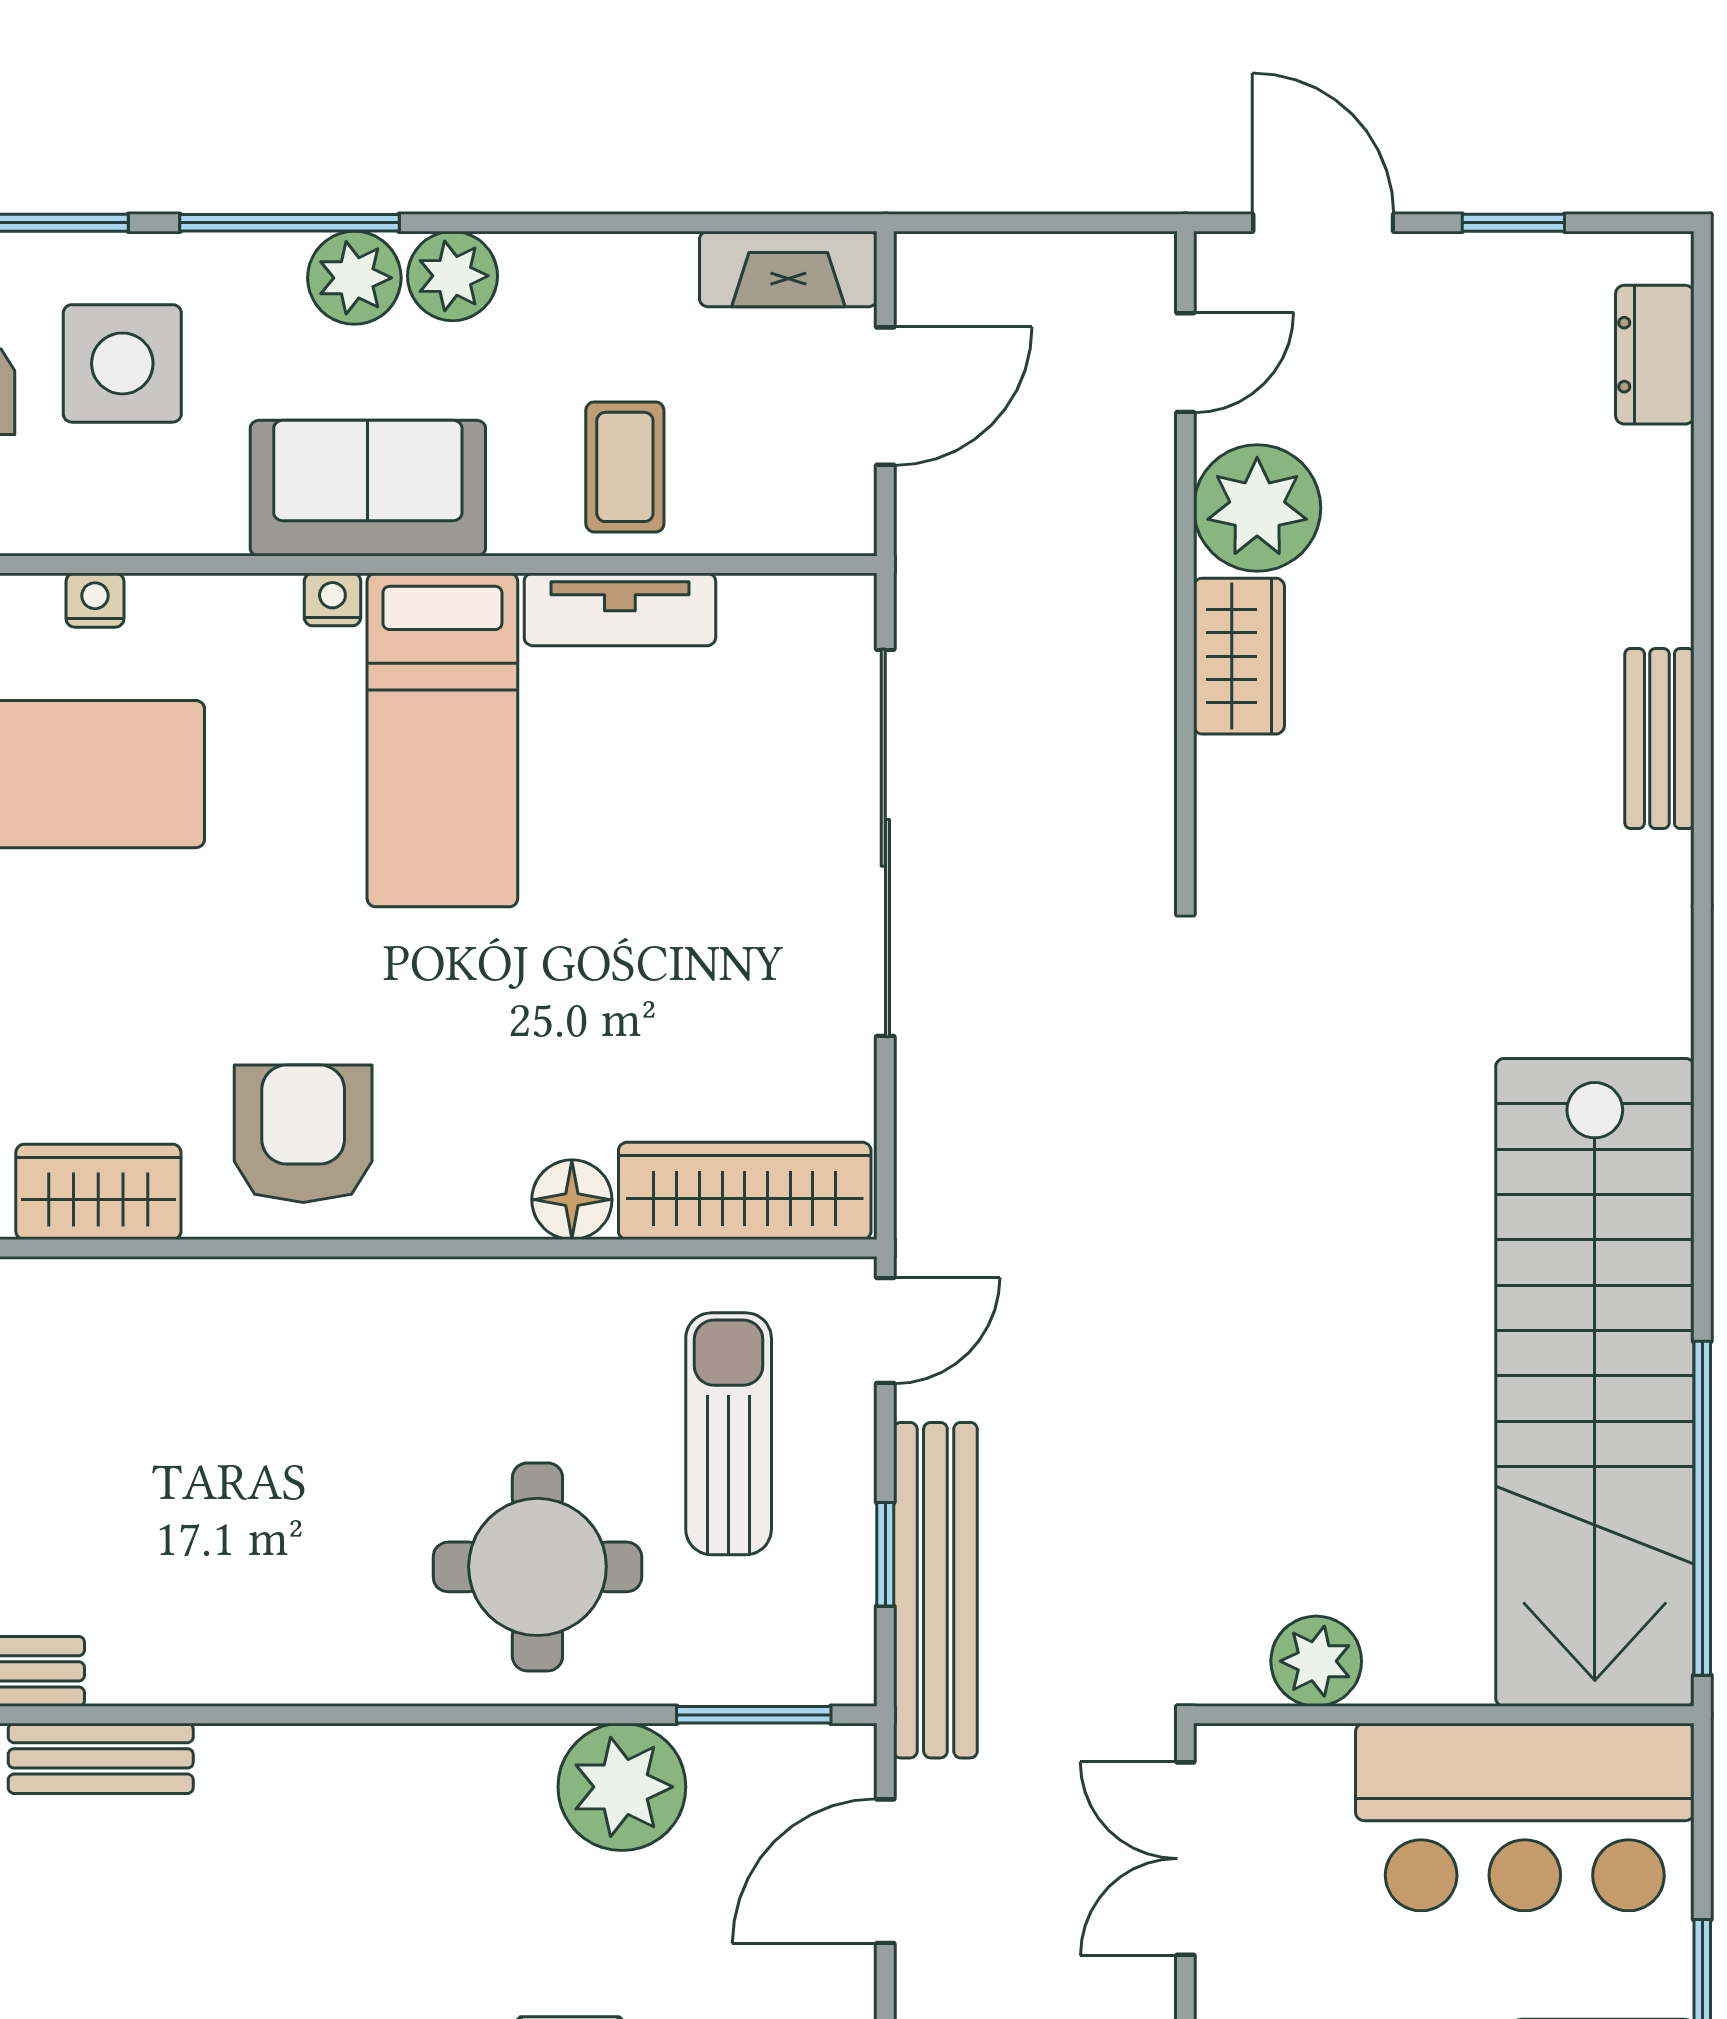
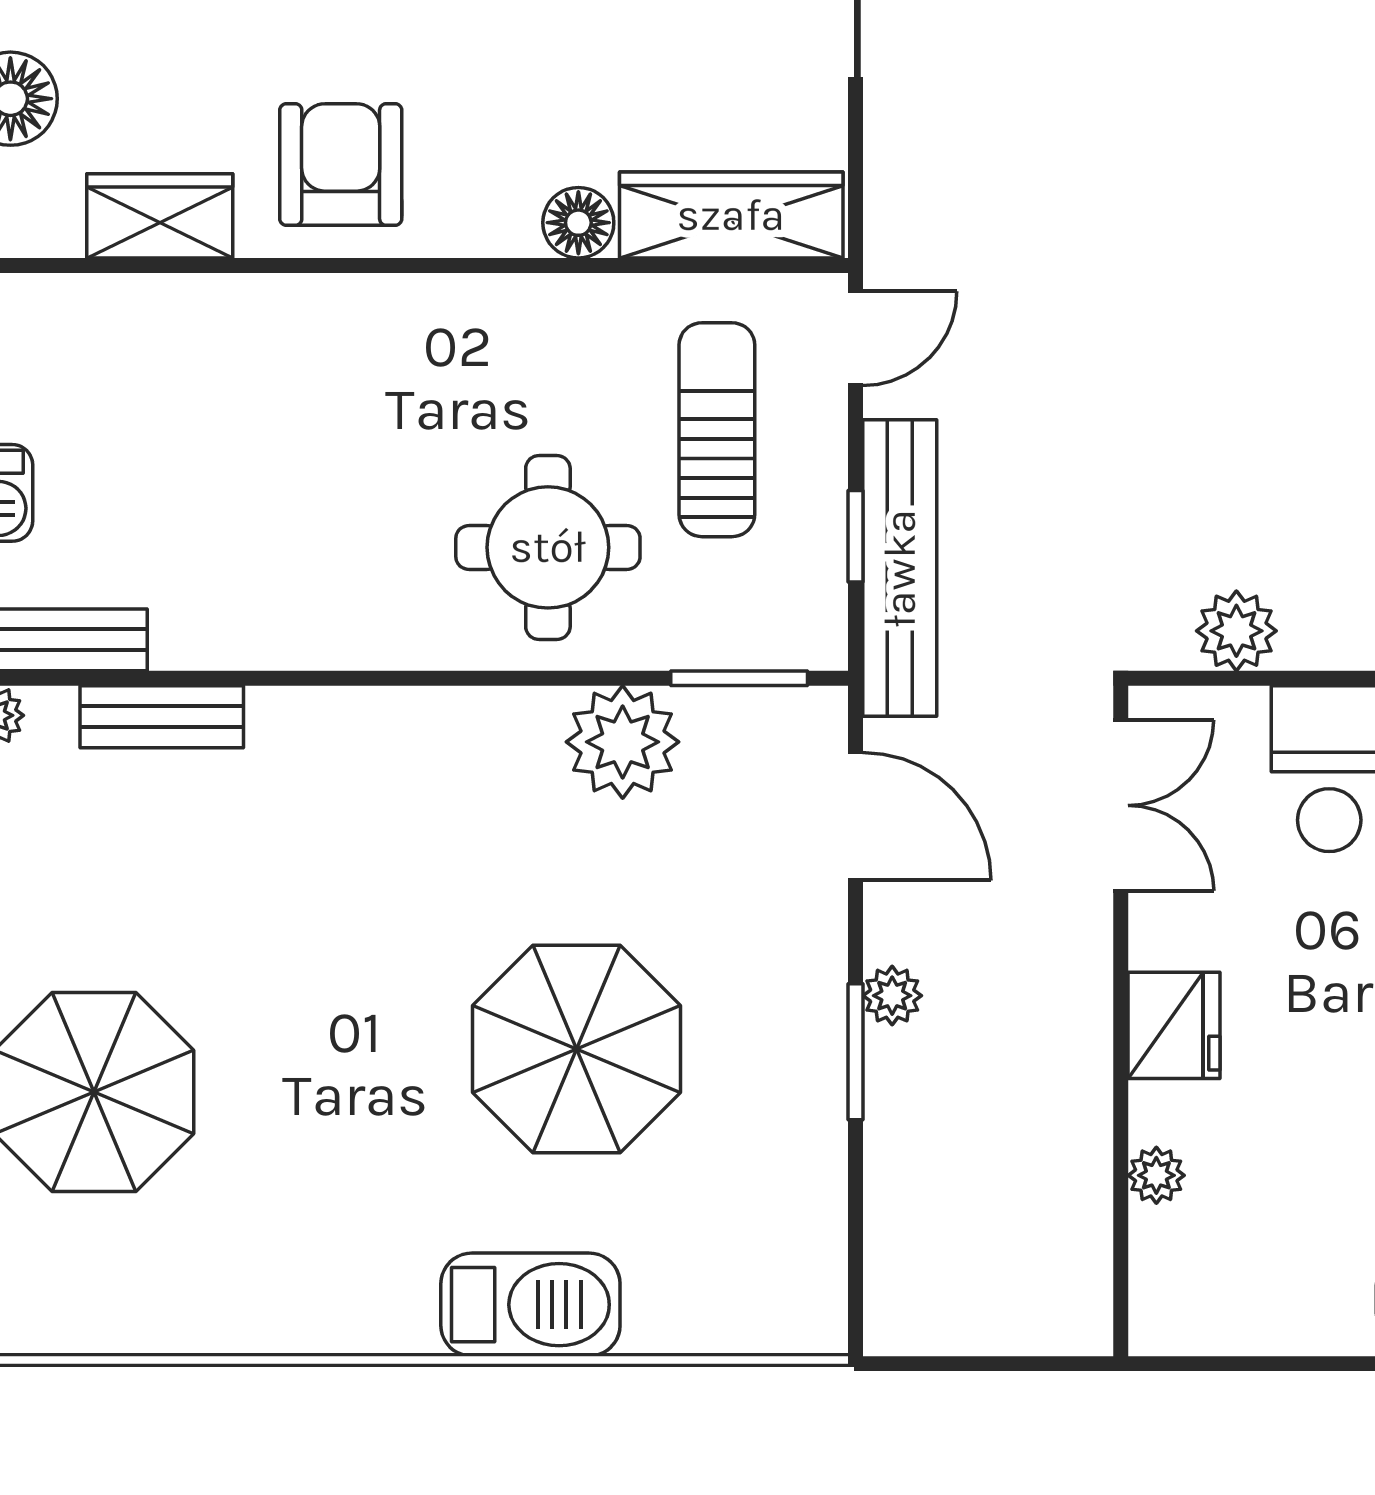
double door: (1185, 1859) -> (1121, 805), swing flipped
door: (885, 1871) -> (856, 816), swing flipped

